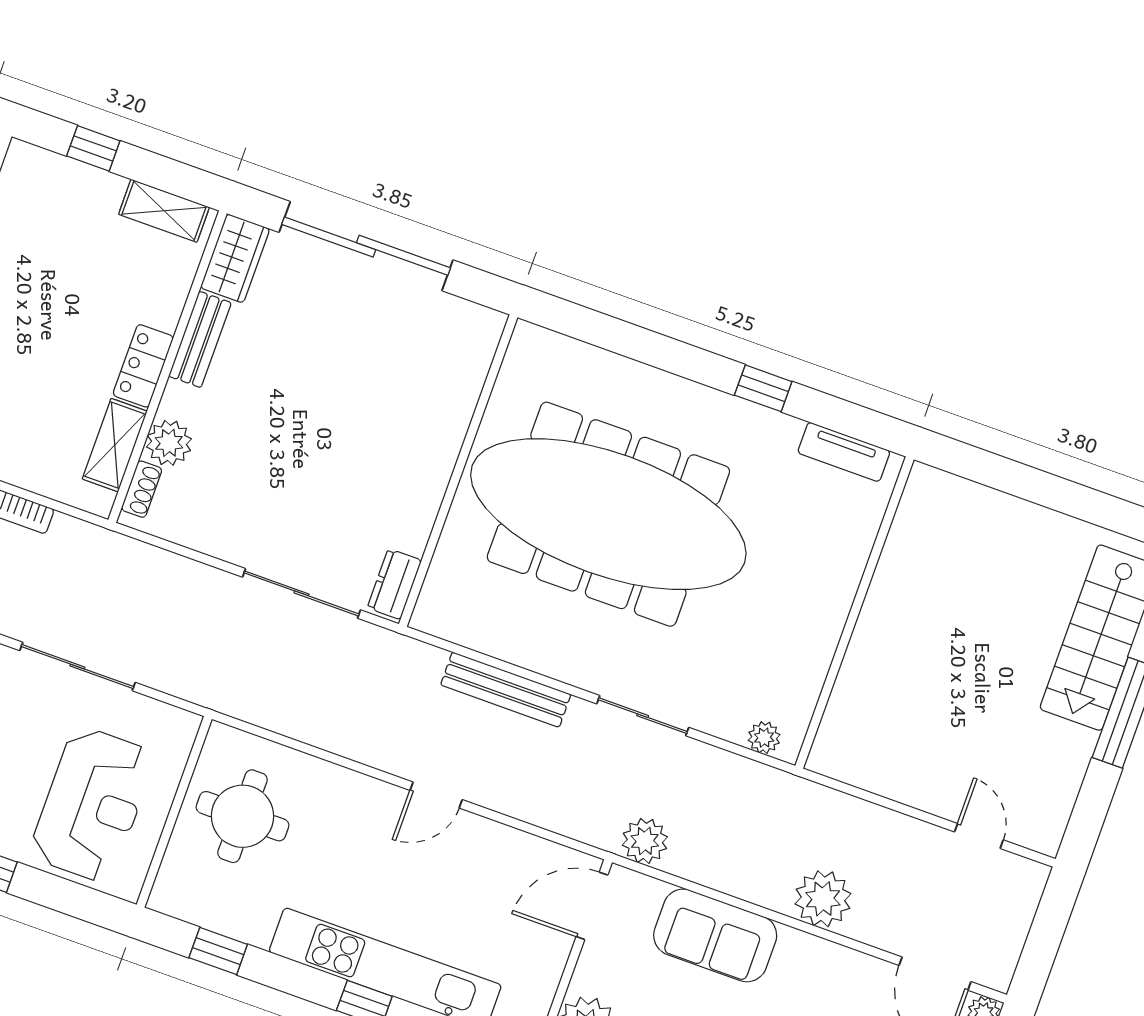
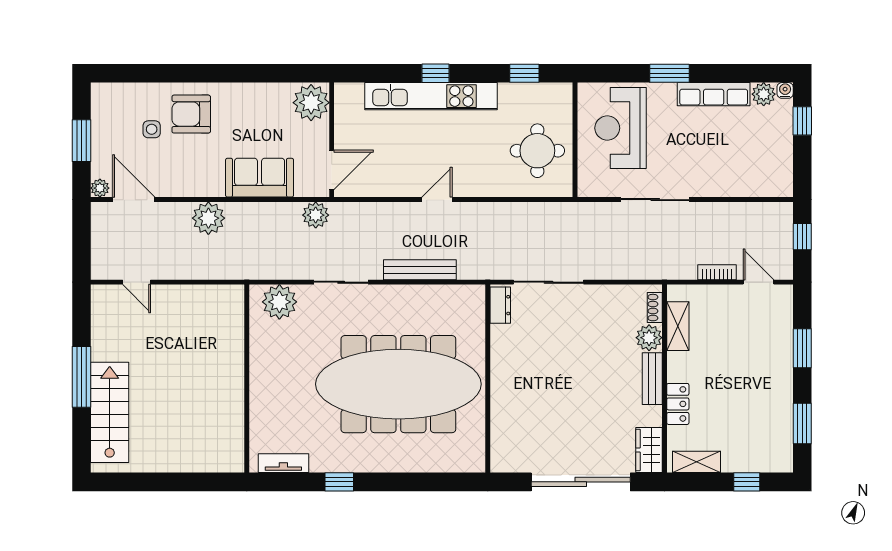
bench: (200, 339) -> (652, 379), moved
locker: (143, 366) -> (678, 404), moved
plant: (764, 738) -> (279, 302), width x1.87, depth x1.87

